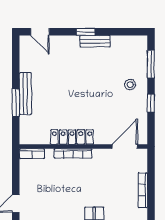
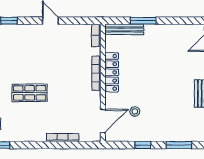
stool: (130, 85) -> (135, 111), moved
bench: (25, 94) -> (124, 29), moved
door: (125, 147) -> (103, 121), hinge flipped

